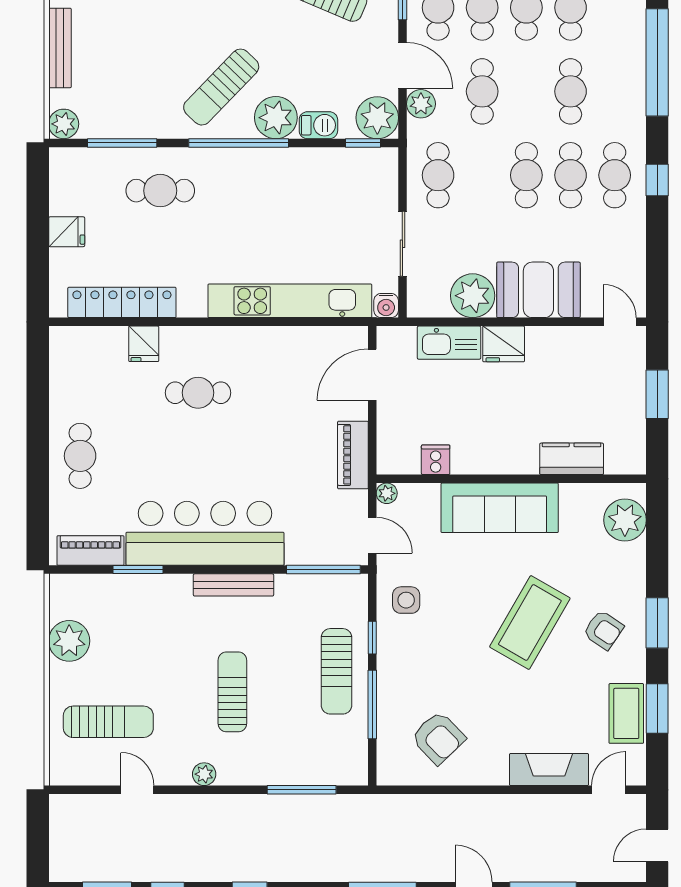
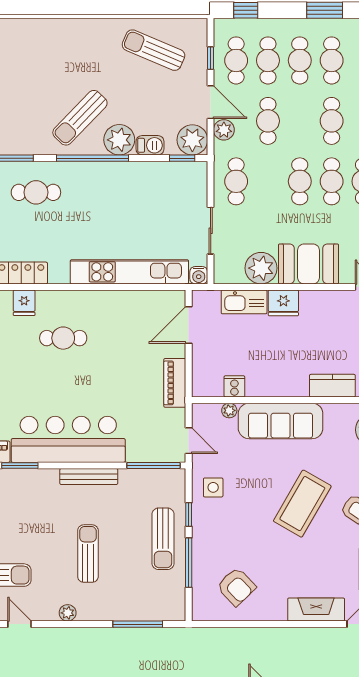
plant: (387, 493) -> (229, 410), moved

